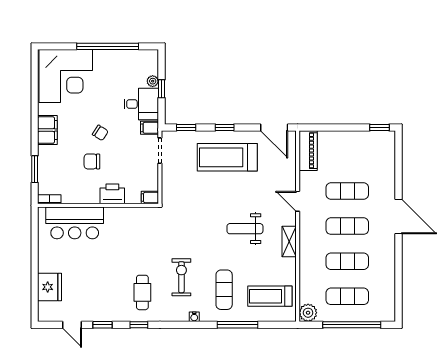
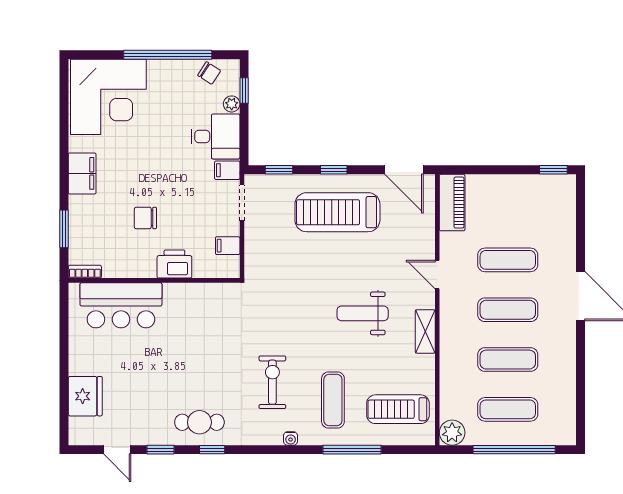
window: (161, 89) -> (244, 90), moved
chair: (100, 133) -> (209, 73), moved
filing cabinet: (150, 197) -> (228, 246), moved
cafe table: (142, 292) -> (199, 422), moved, turned 90

